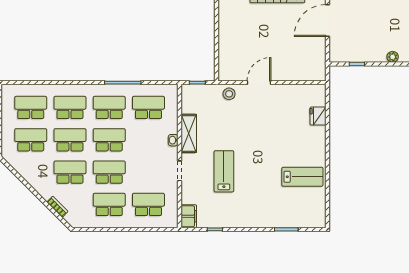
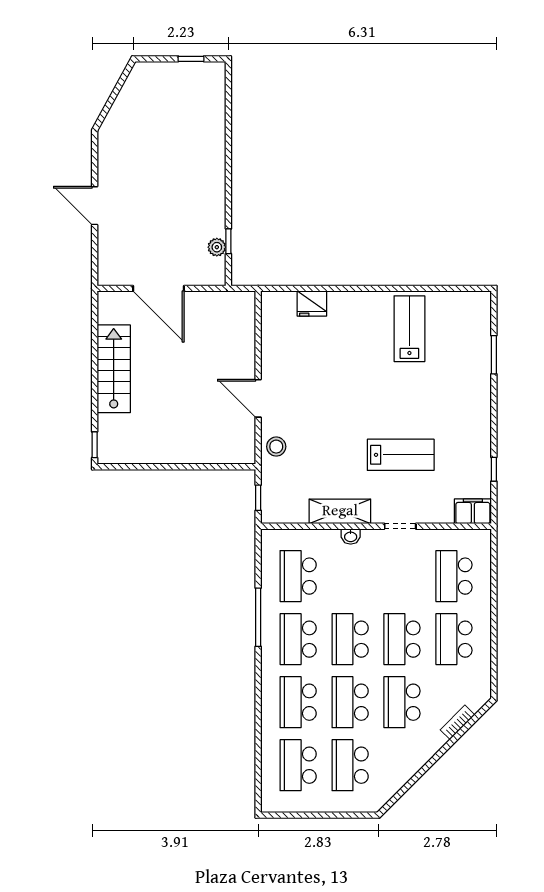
plant: (393, 57) -> (217, 247), moved
lab bench: (224, 171) -> (401, 455), turned 180

